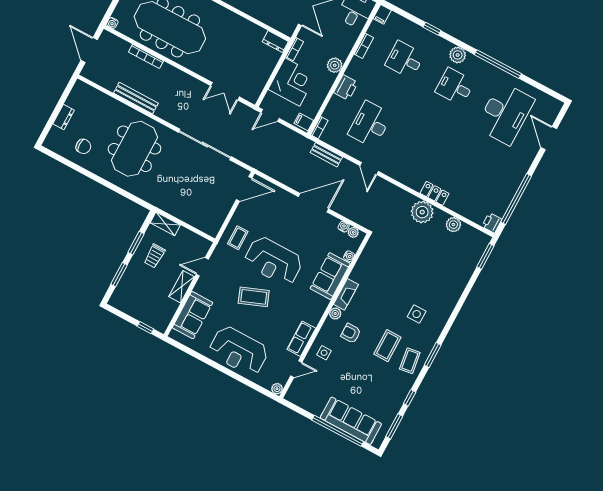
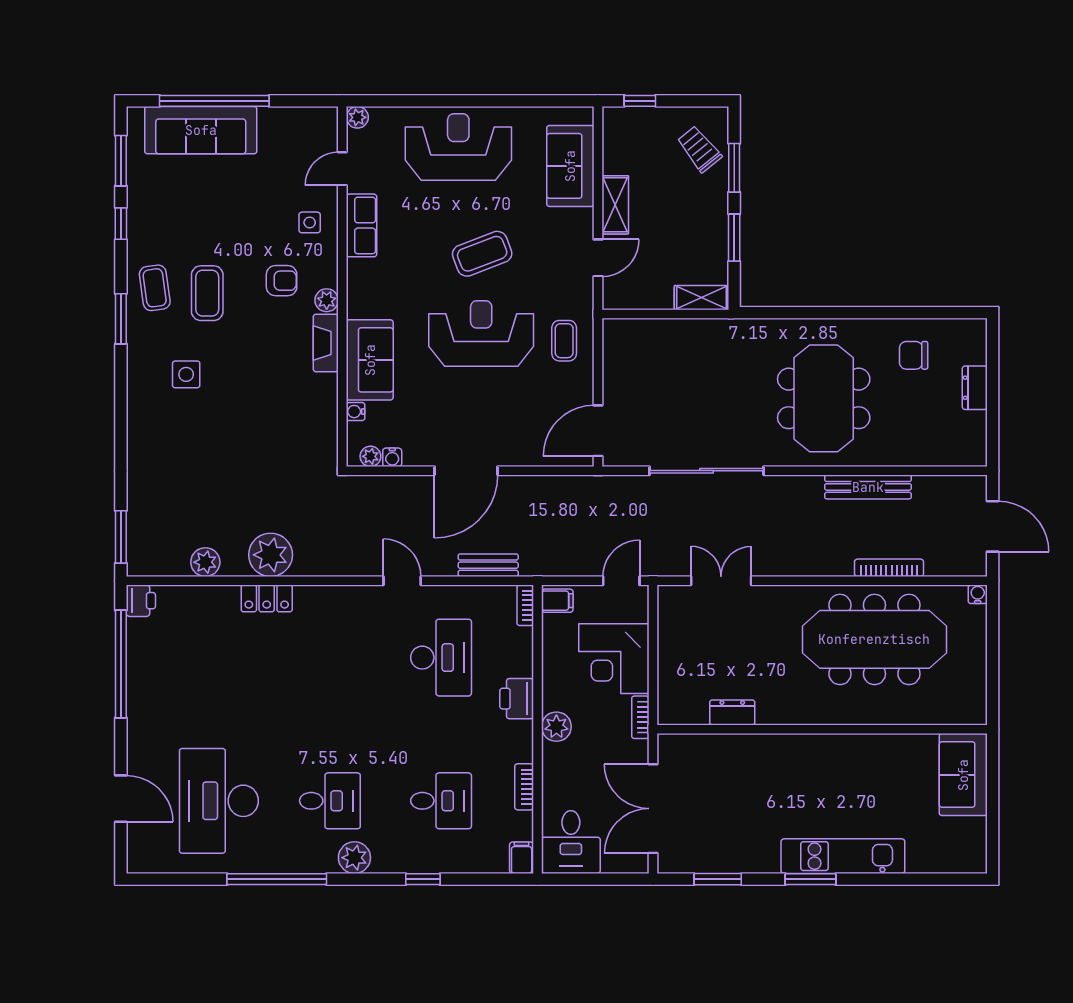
dresser: (275, 42) -> (732, 712), moved
trolley: (155, 256) -> (699, 149), moved, turned -39

